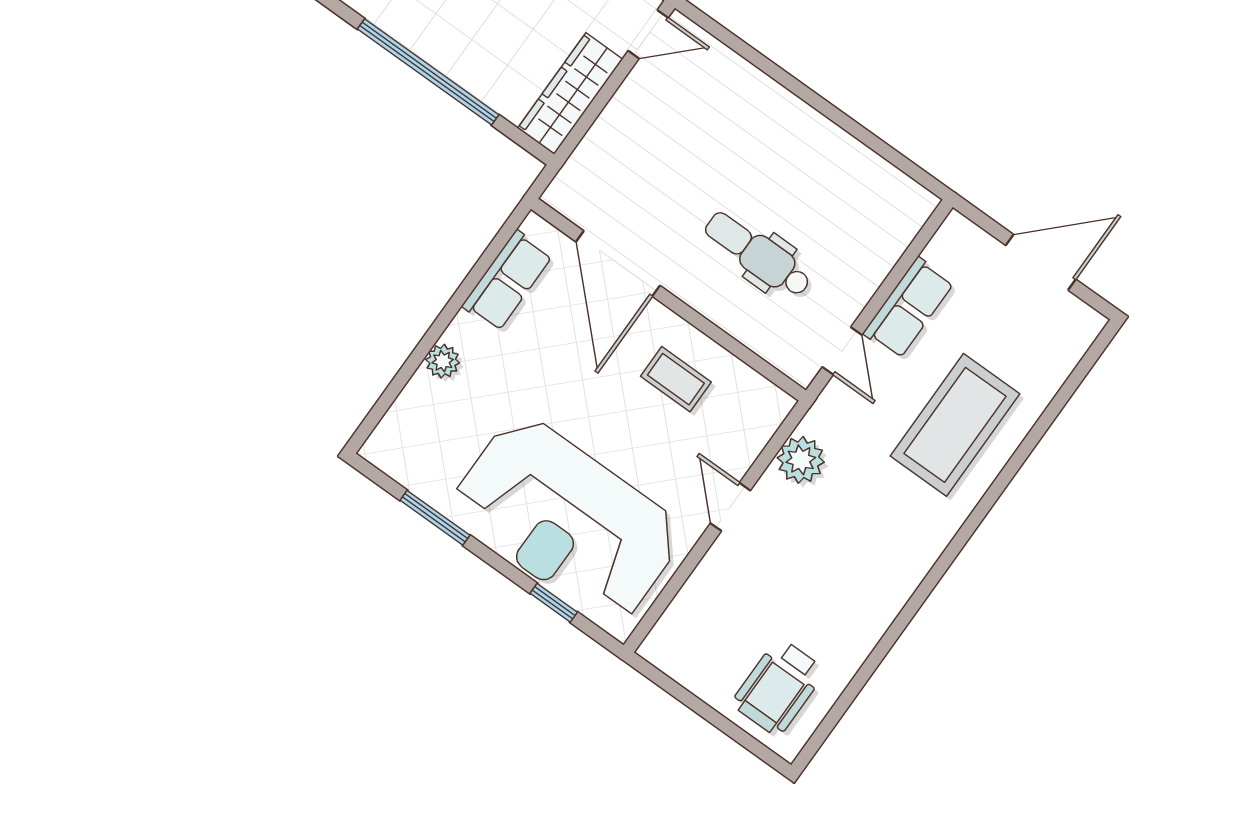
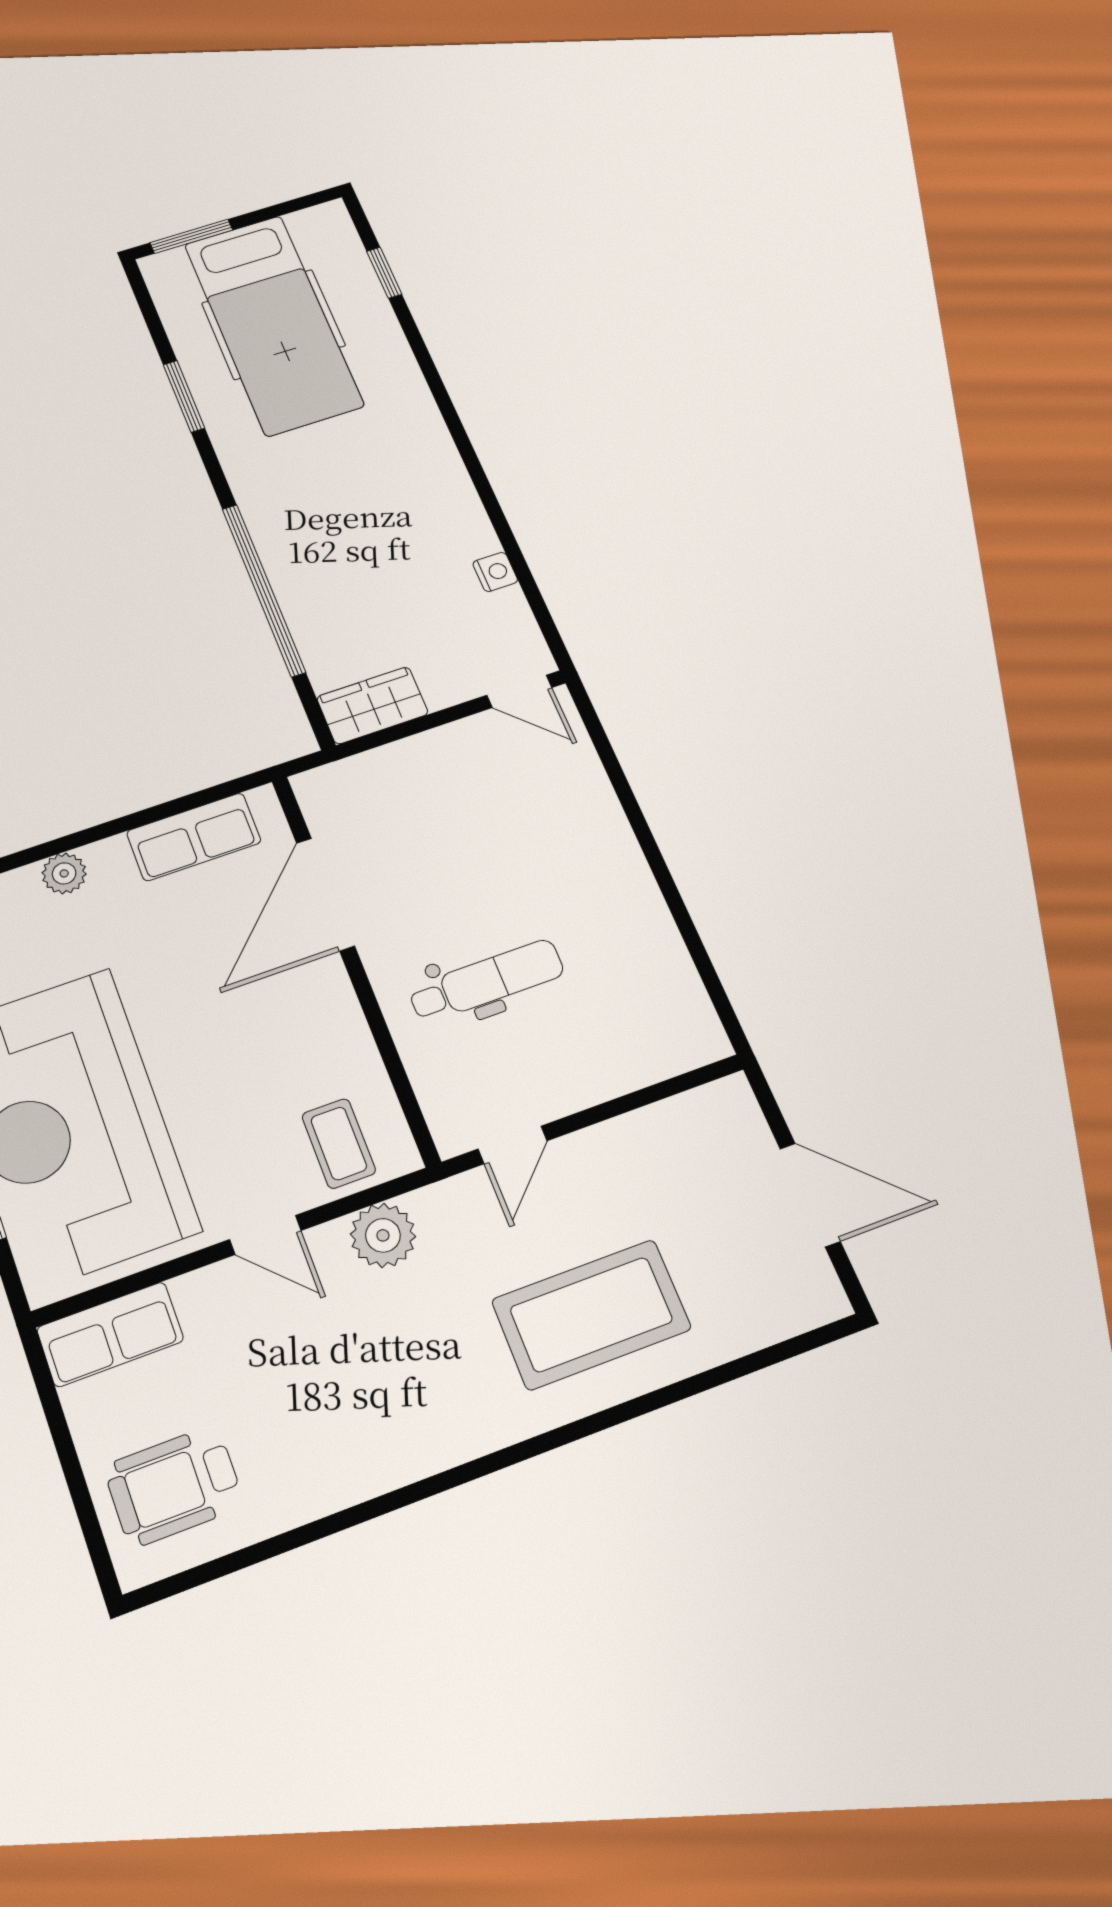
wardrobe: (570, 94) -> (372, 705), width x0.67
dental chair: (758, 254) -> (486, 981), turned 90
row of seats: (909, 308) -> (110, 1334), moved
coffee table: (676, 379) -> (339, 1143), moved
door: (730, 507) -> (265, 1235), swing flipped

